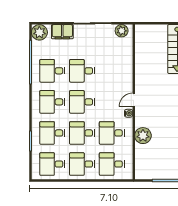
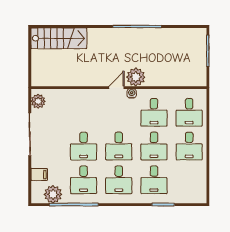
plant: (39, 32) -> (53, 194), moved
filing cabinet: (62, 32) -> (39, 175), width x0.50
door: (134, 100) -> (117, 88), swing flipped
plant: (143, 136) -> (136, 77), moved
desk: (52, 164) -> (189, 180), removed

